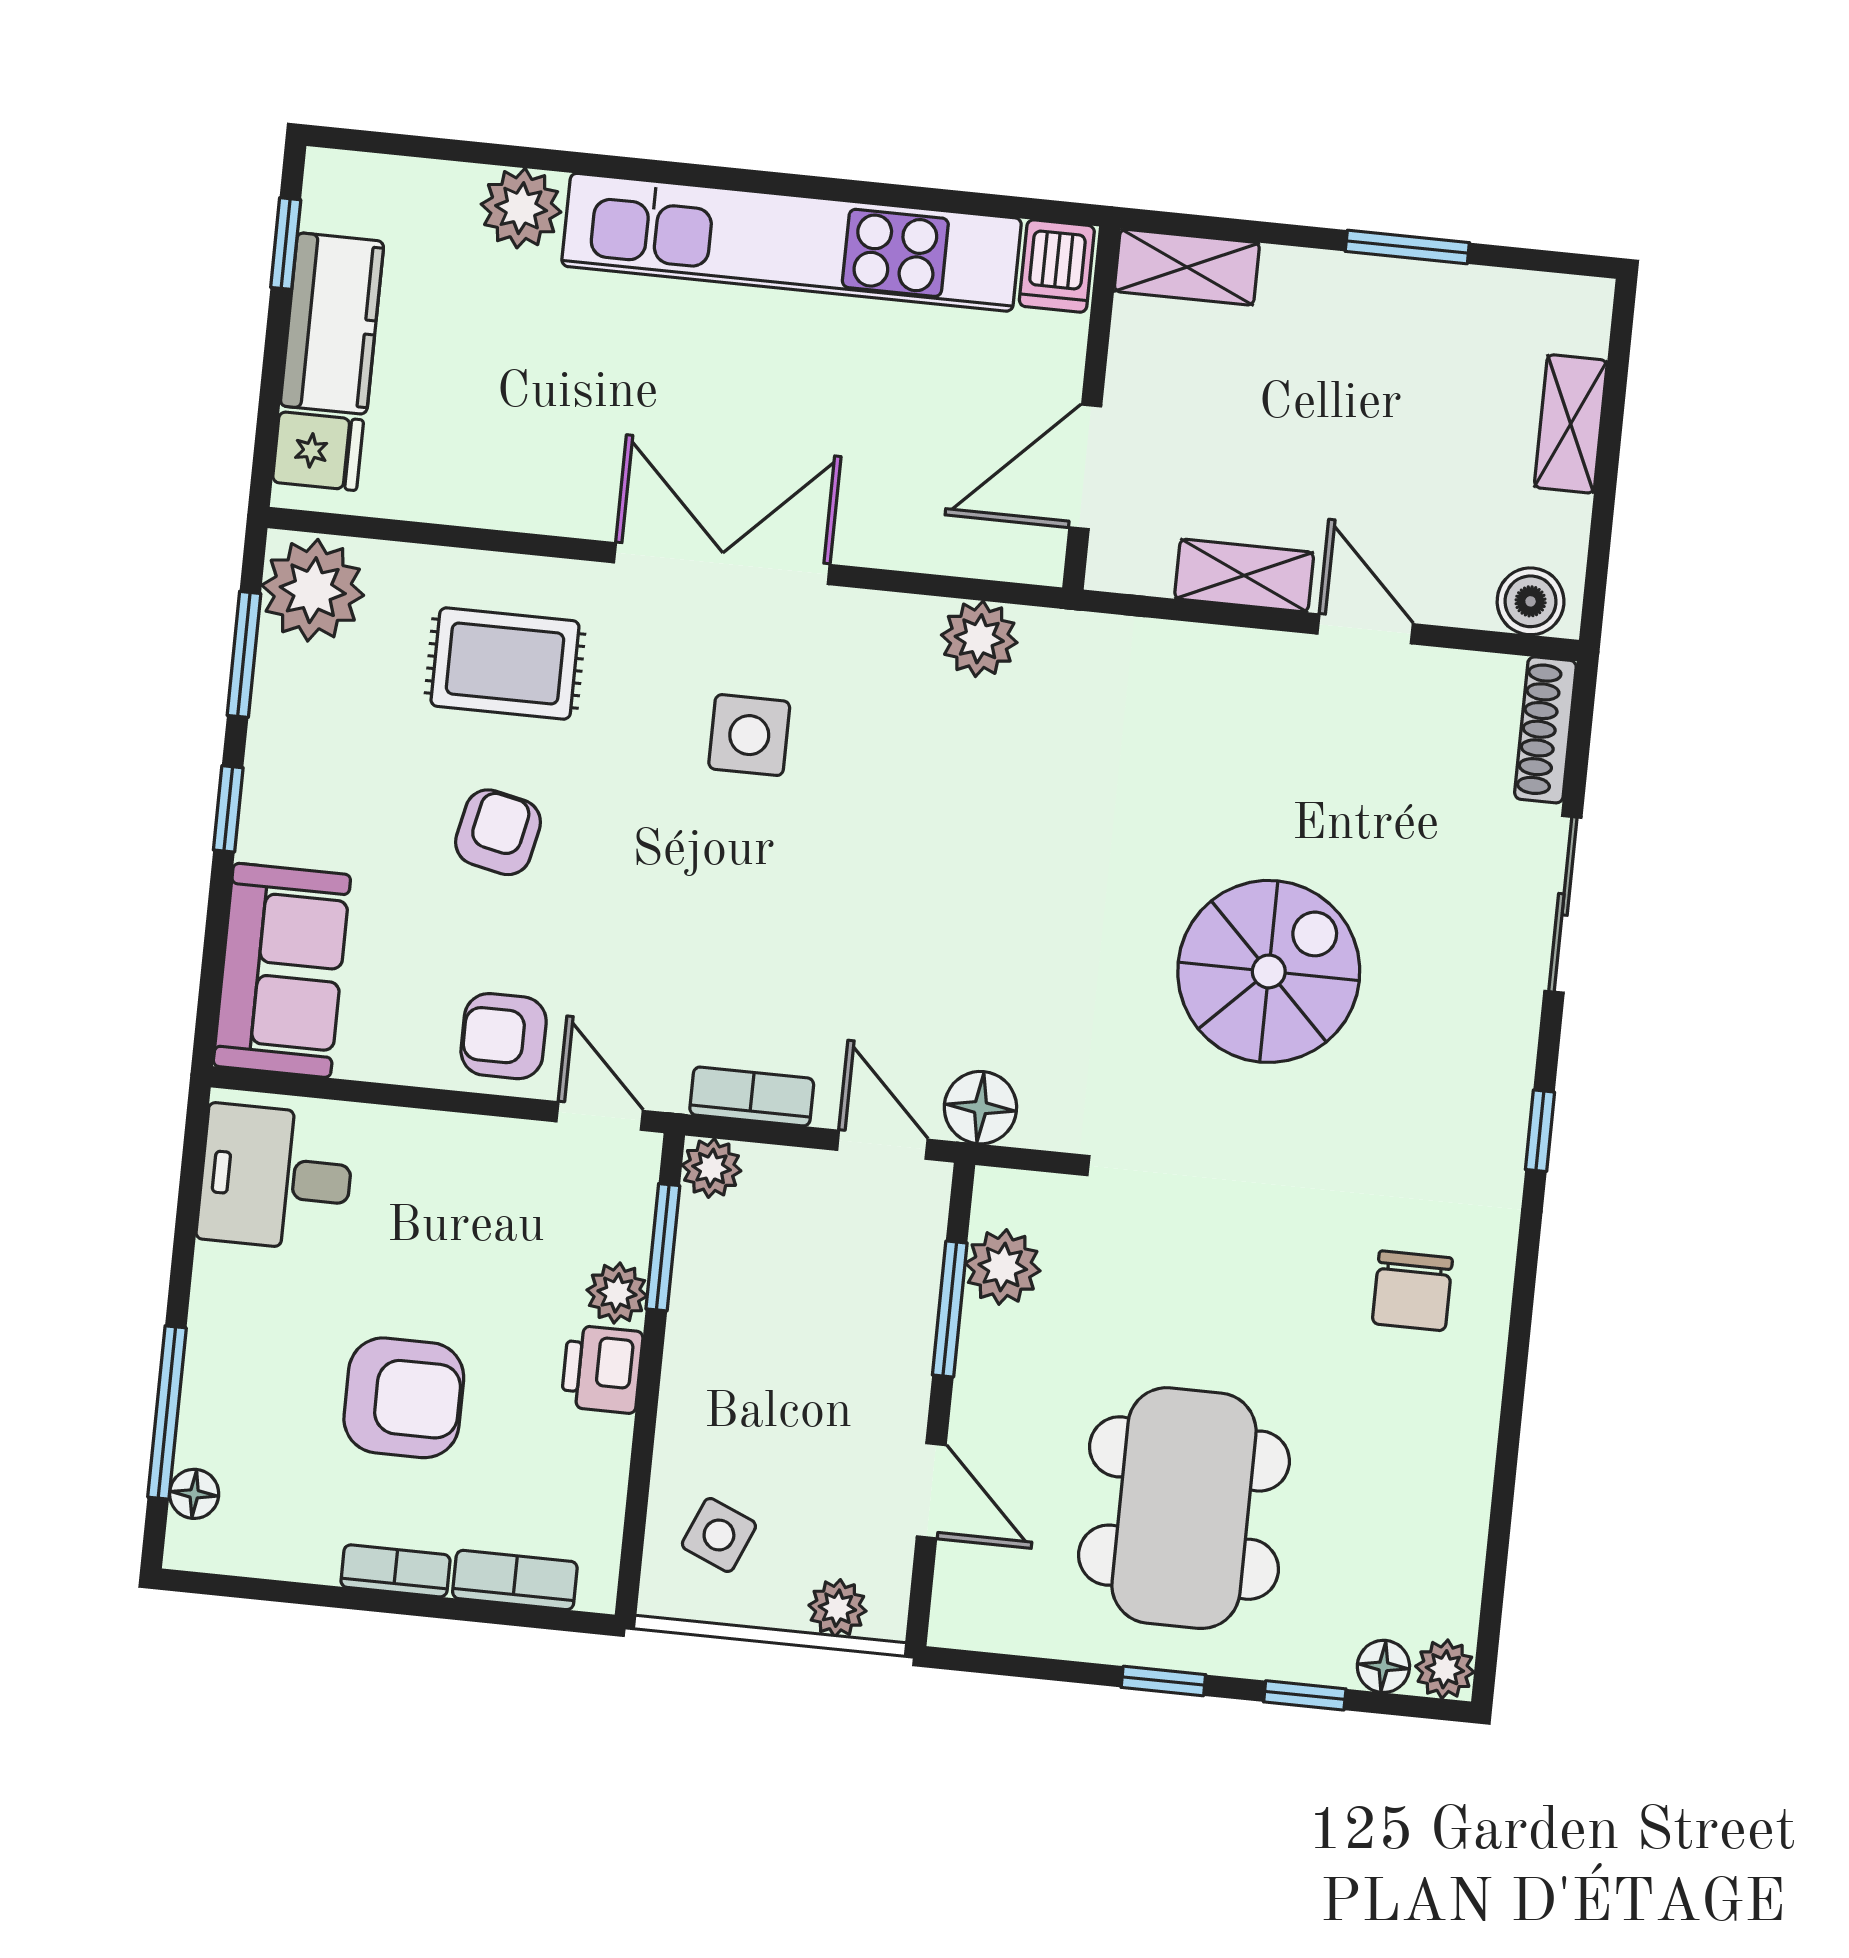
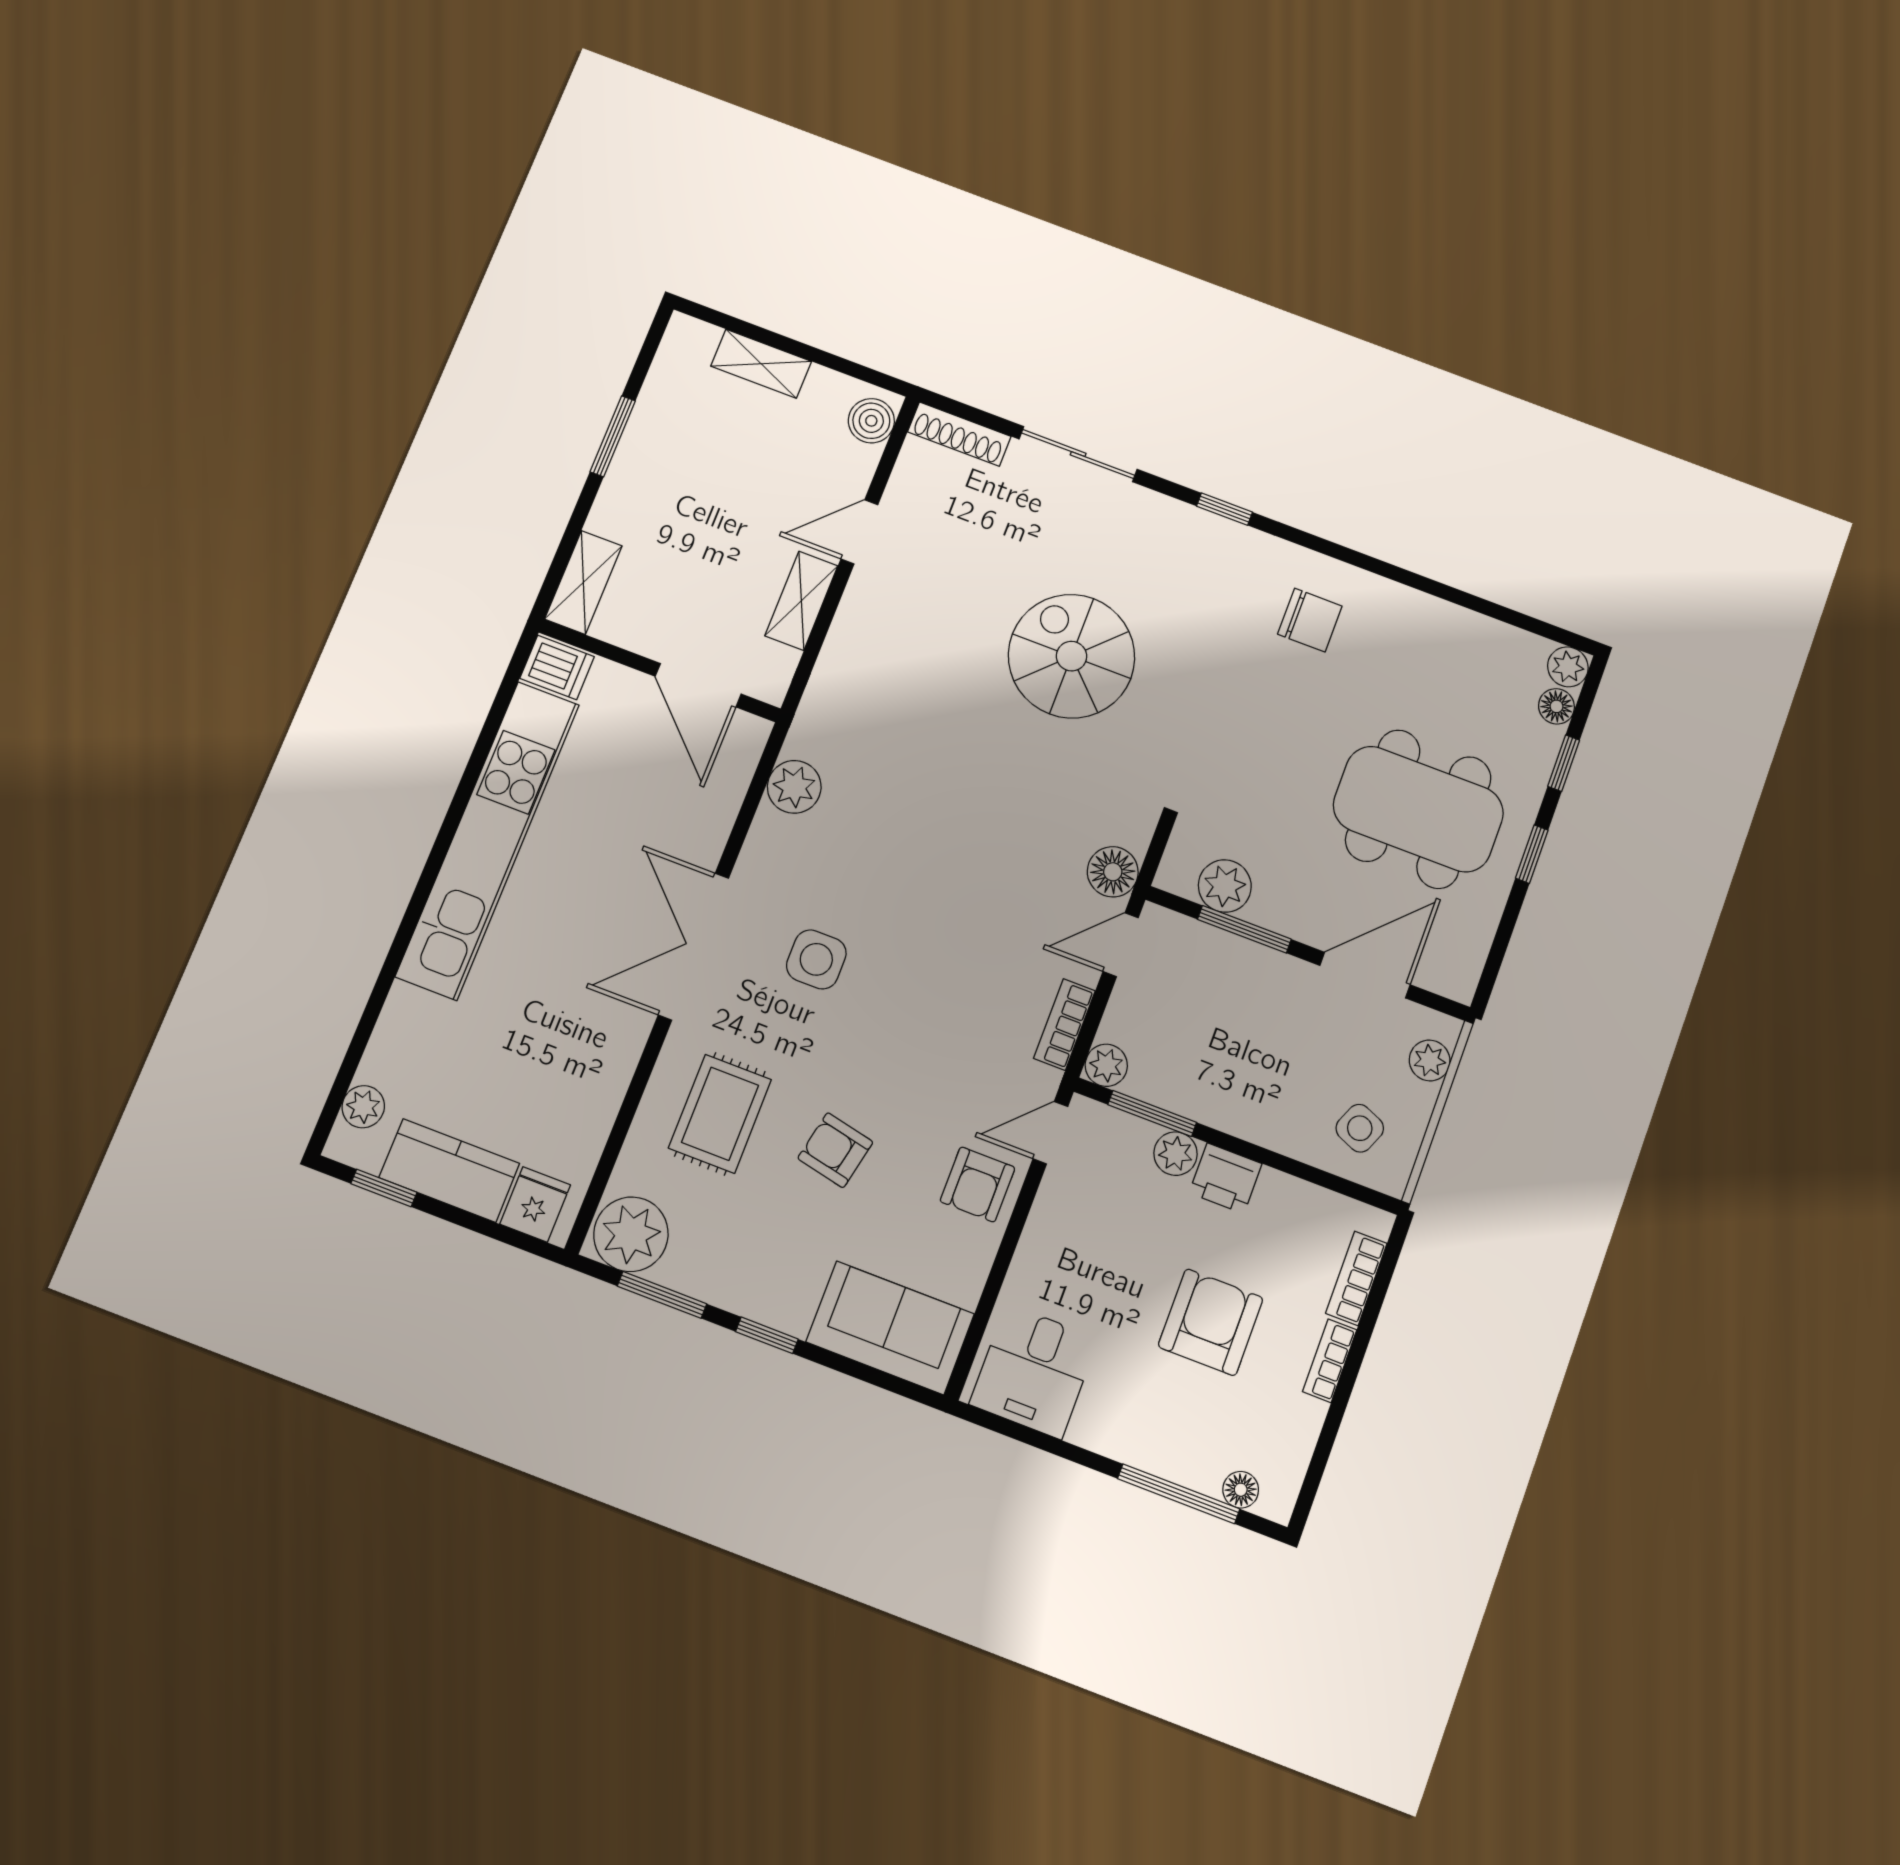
plant: (521, 208) -> (363, 1107), moved, width x0.73, depth x0.73
door: (931, 1491) -> (1365, 975), width x1.38

